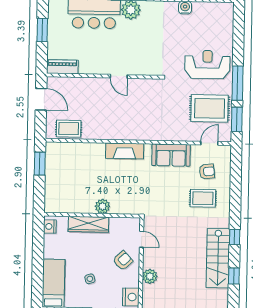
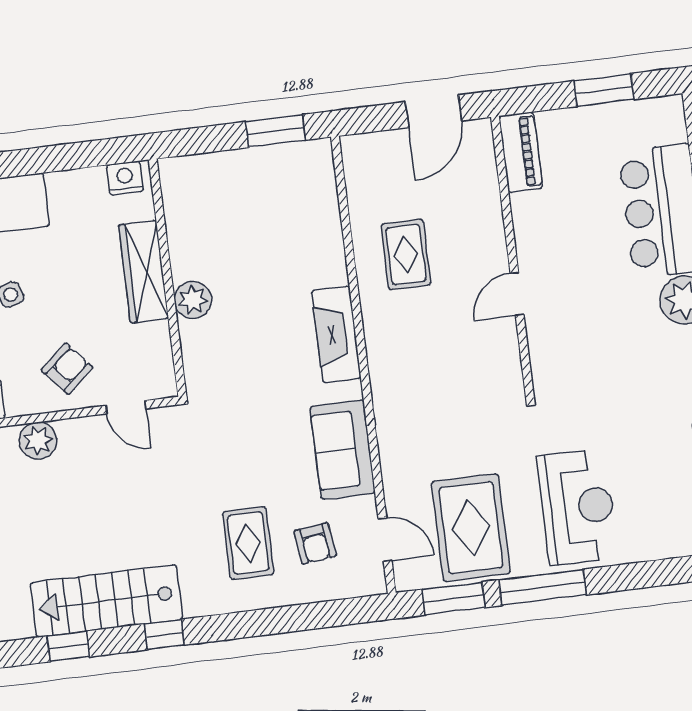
rug: (69, 129) -> (406, 255), moved
door: (142, 239) -> (126, 407), hinge flipped
armchair: (123, 261) -> (67, 369), turned -88

